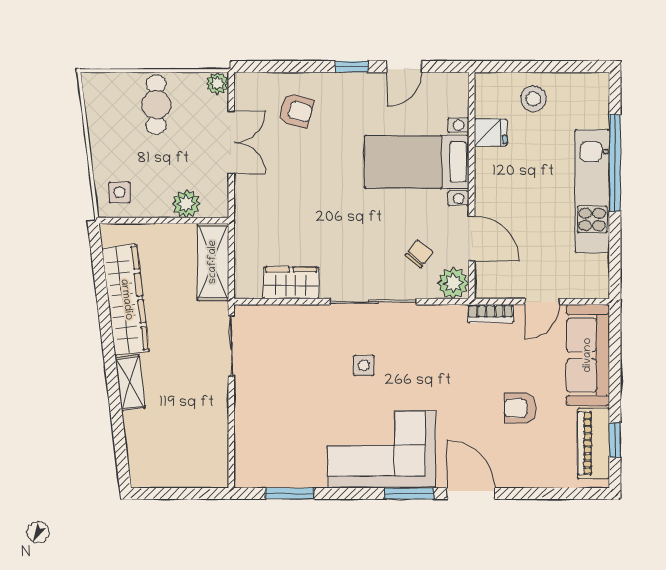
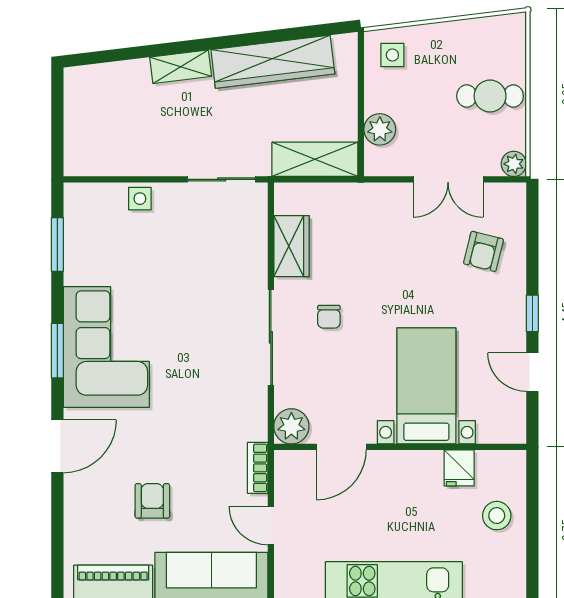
chair: (419, 254) -> (329, 317), moved, turned 51
side table: (364, 365) -> (140, 199), moved
window: (409, 493) -> (57, 351), moved

